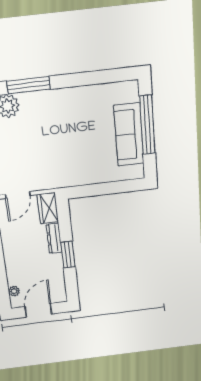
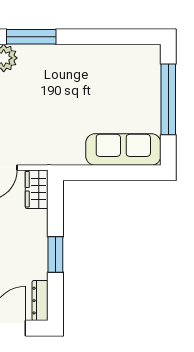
sofa: (129, 135) -> (123, 150), moved, turned 90
dresser: (54, 238) -> (40, 301), moved

